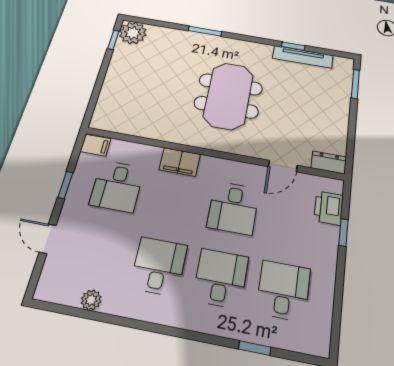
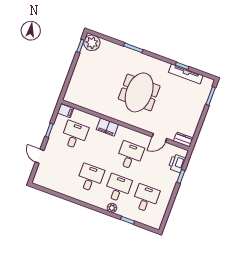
desk: (117, 186) -> (75, 135), turned 180
desk: (233, 208) -> (130, 156), turned 180
plant: (91, 300) -> (112, 208), moved

